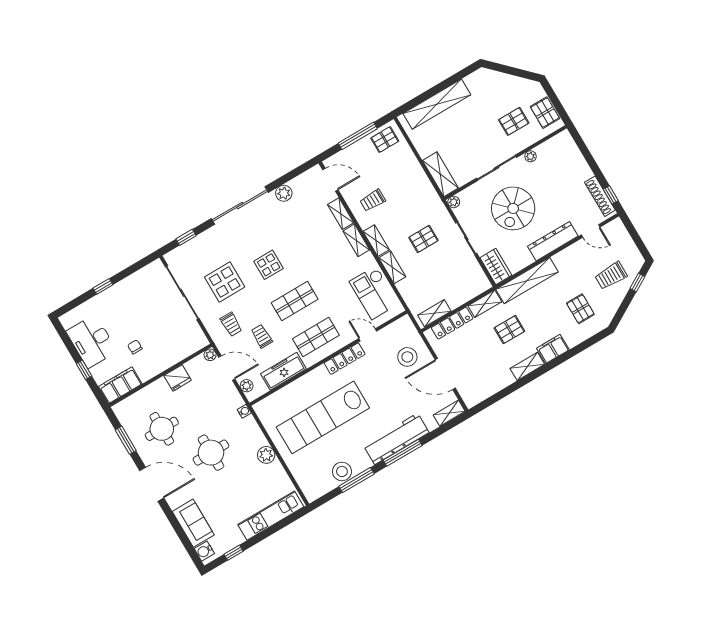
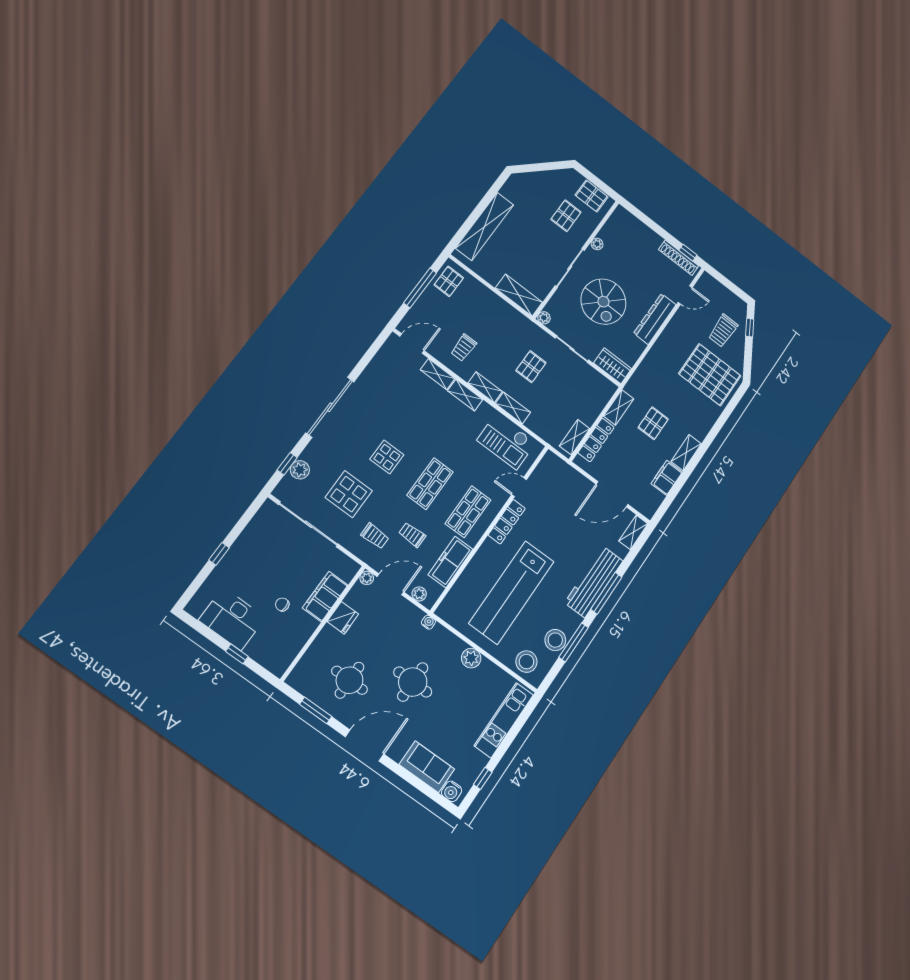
plant: (284, 193) -> (300, 470), moved
shelving: (527, 281) -> (648, 368), removed
pallet: (580, 309) -> (710, 375), width x2.05, depth x2.00
filing cabinet: (553, 349) -> (667, 478), moved
stool: (407, 357) -> (526, 662), moved
filing cabinet: (120, 385) -> (325, 597), moved

